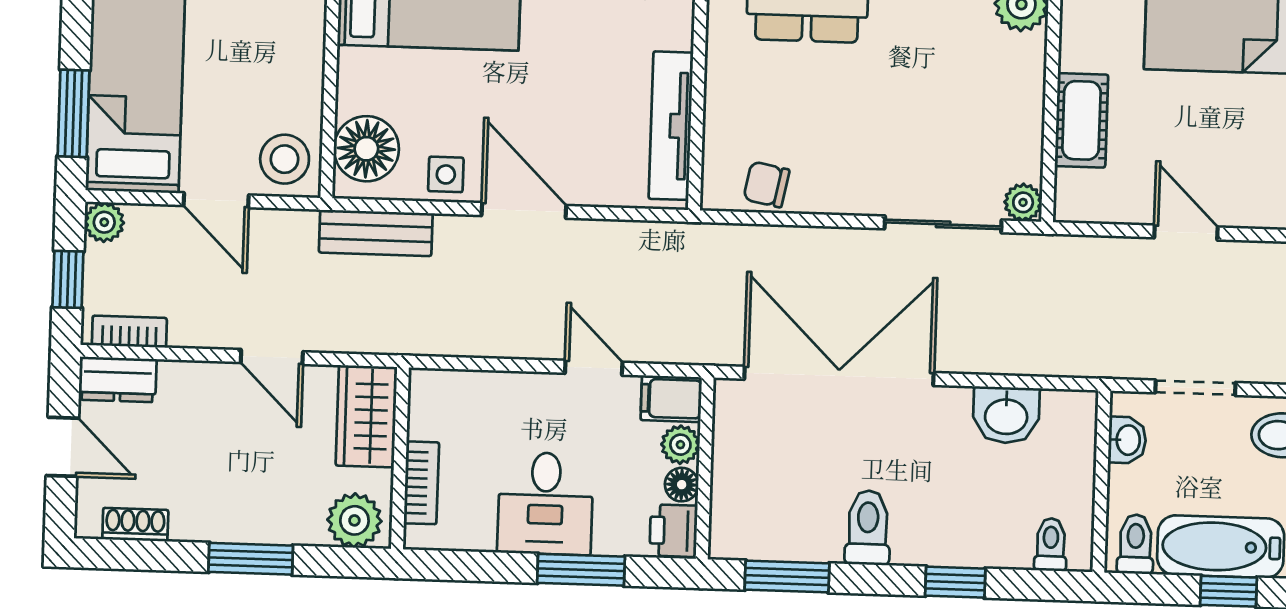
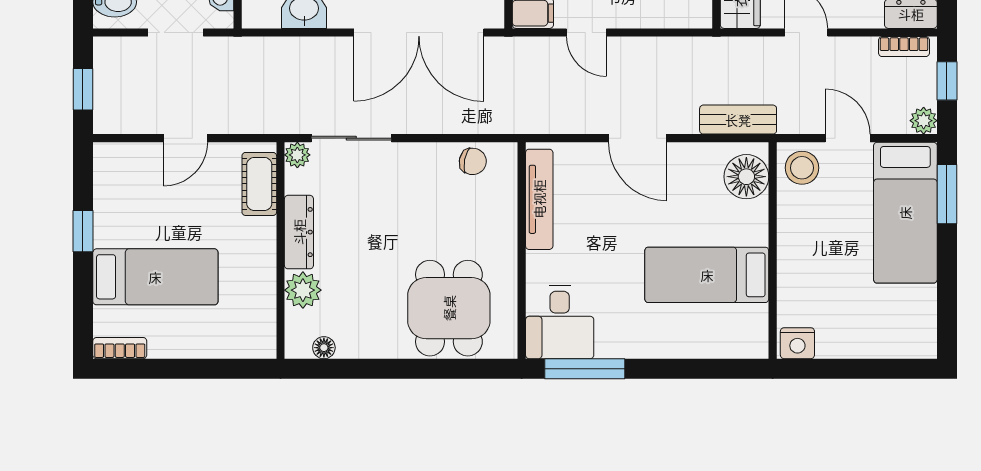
dresser: (1024, 89) -> (299, 232), added
cot: (1081, 120) -> (259, 184), moved
side table: (446, 174) -> (692, 161), removed
door: (1186, 232) -> (186, 138), hinge flipped

